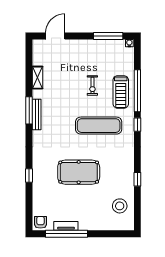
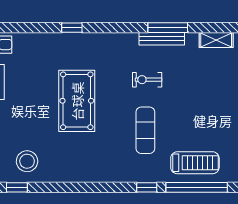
exercise bike: (92, 85) -> (147, 80), moved
treadmill: (121, 92) -> (195, 163), turned 180
exercise mat: (99, 126) -> (145, 130), width x0.73, depth x0.69
window: (137, 179) -> (17, 187), moved

